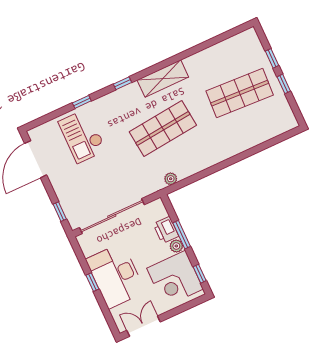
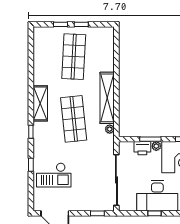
shelving: (208, 158) -> (107, 98), added

